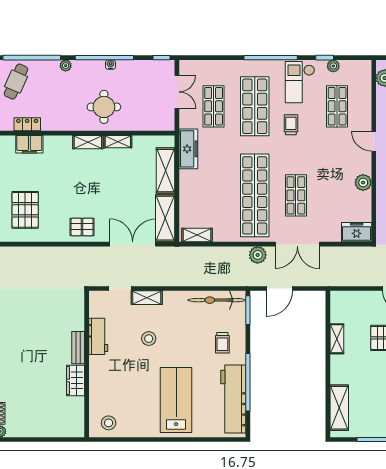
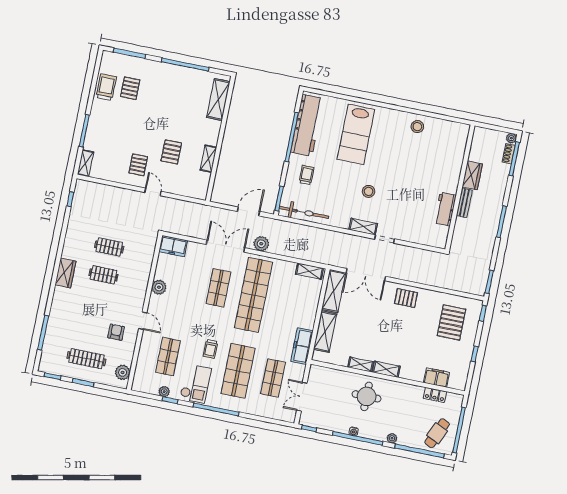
workbench: (98, 336) -> (445, 209), moved
bench: (78, 348) -> (464, 203), moved
wall: (87, 364) -> (460, 187), moved
wardrobe: (75, 380) -> (472, 175), moved

